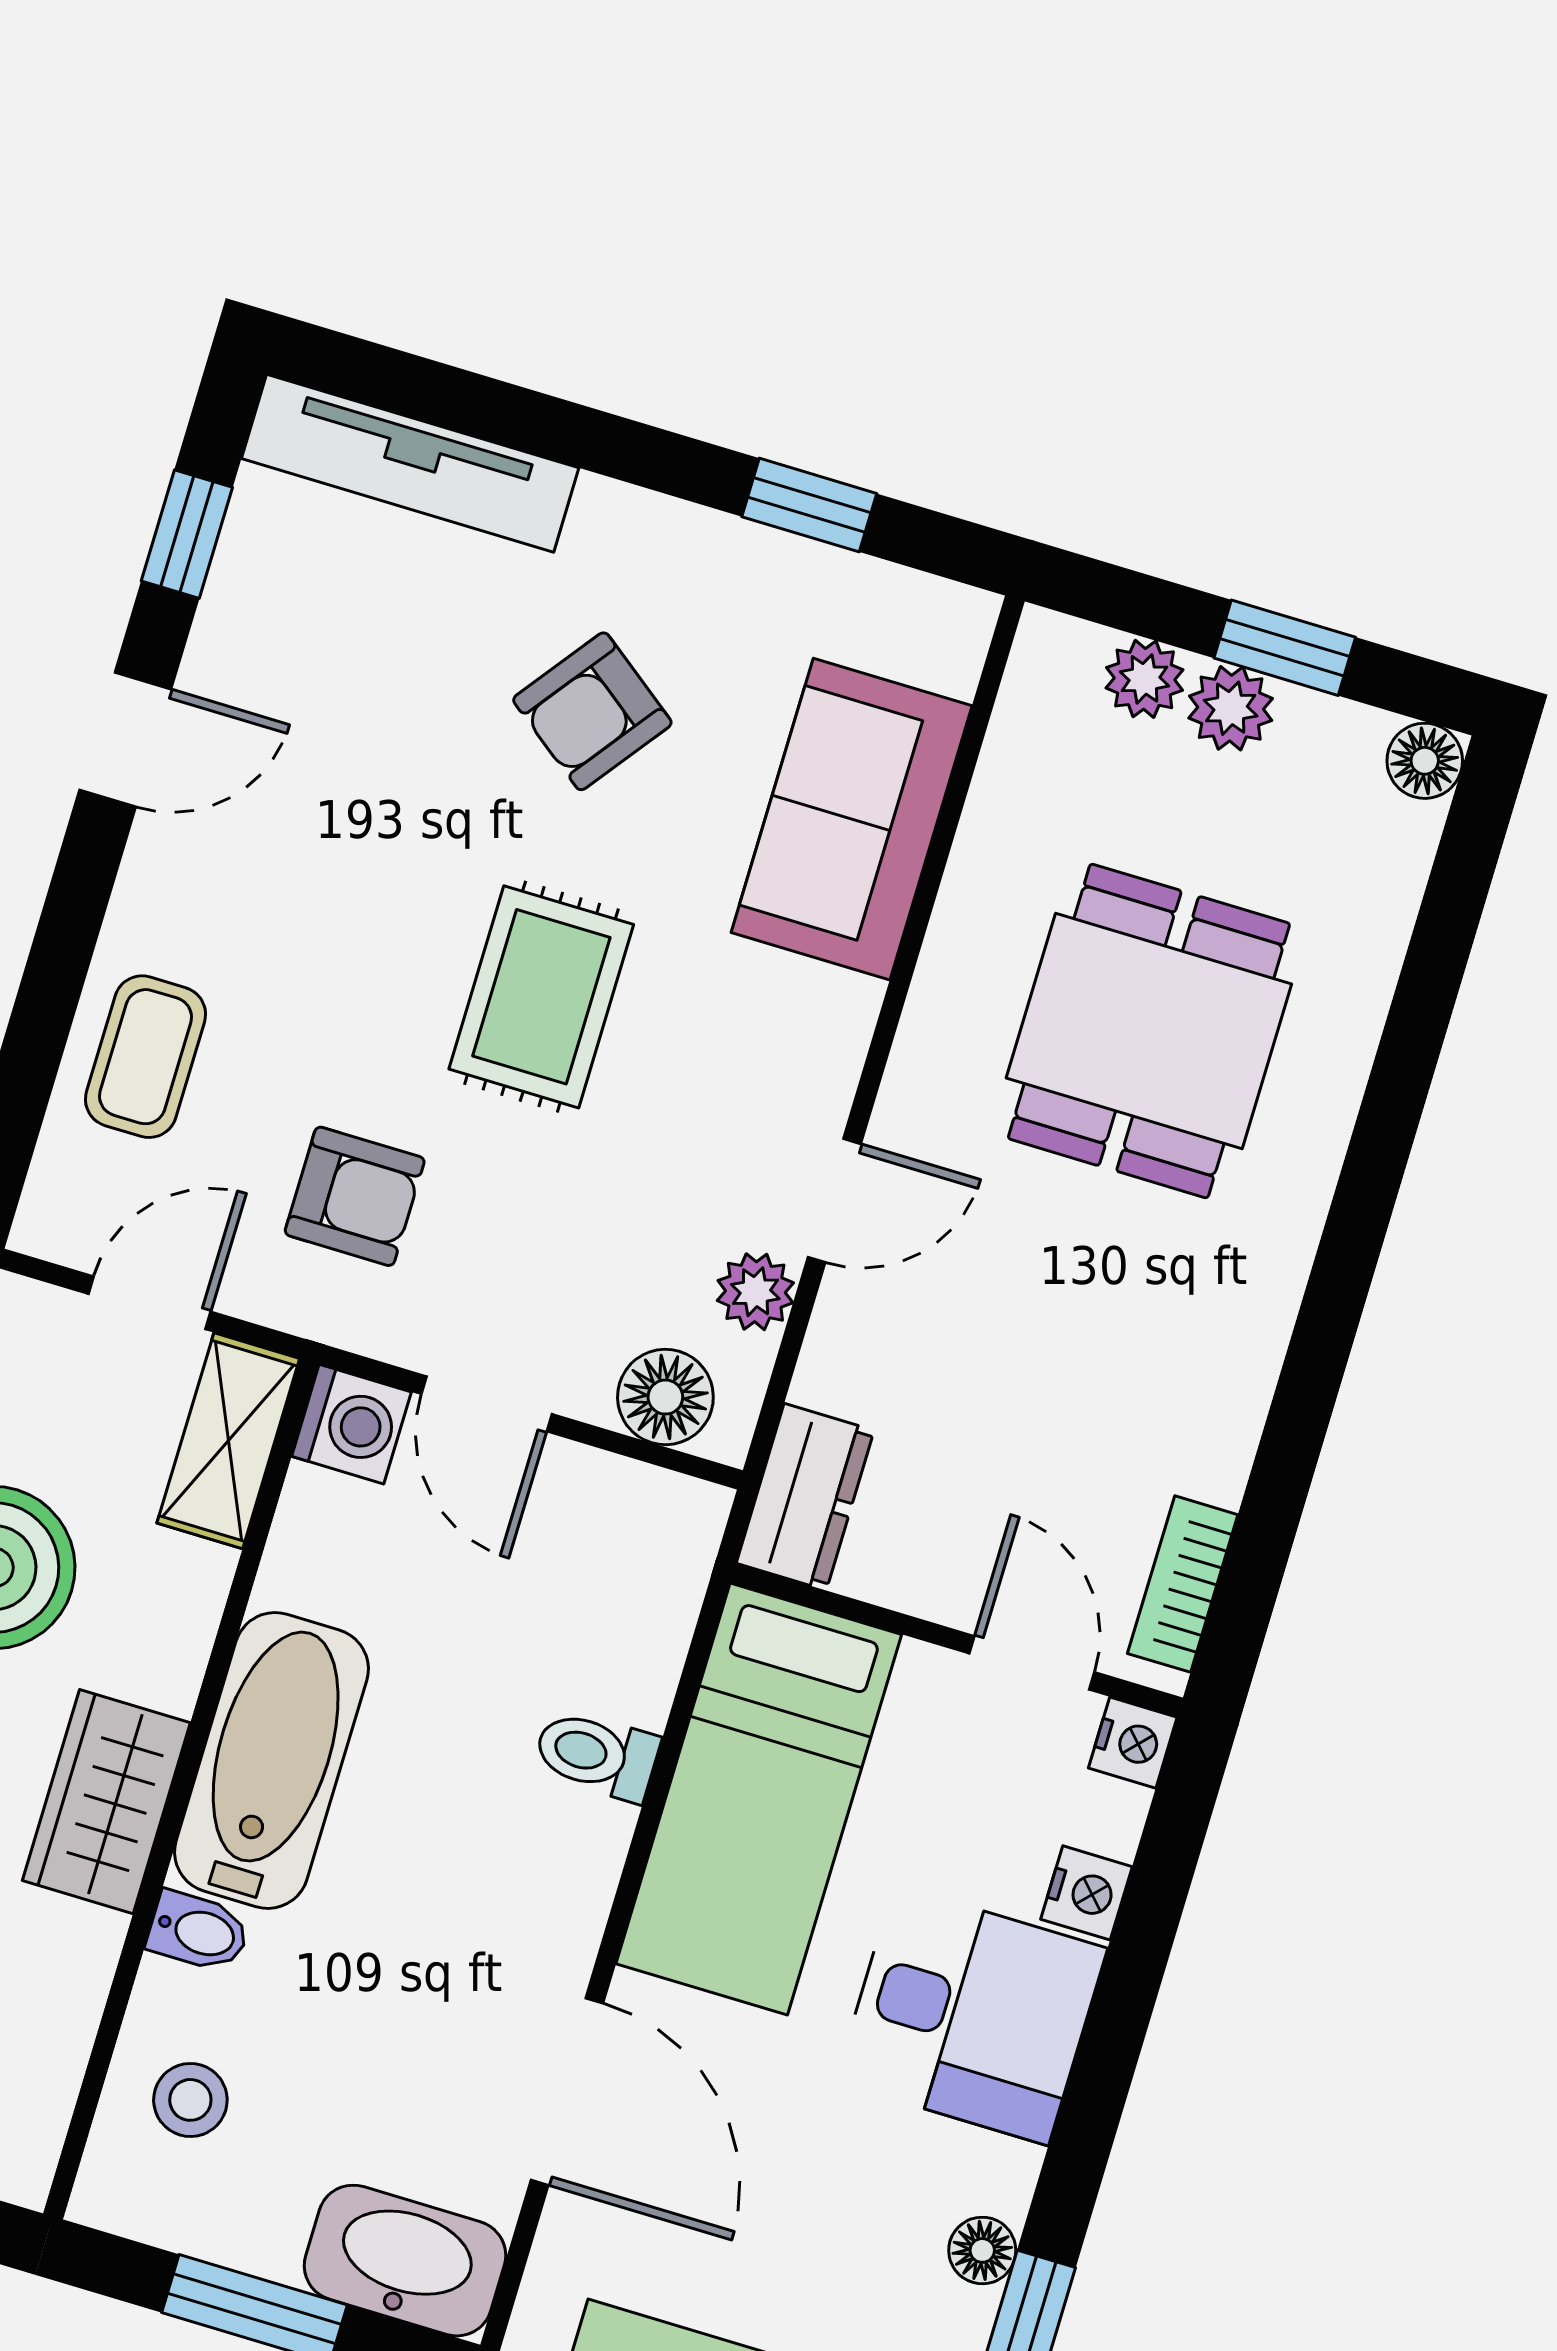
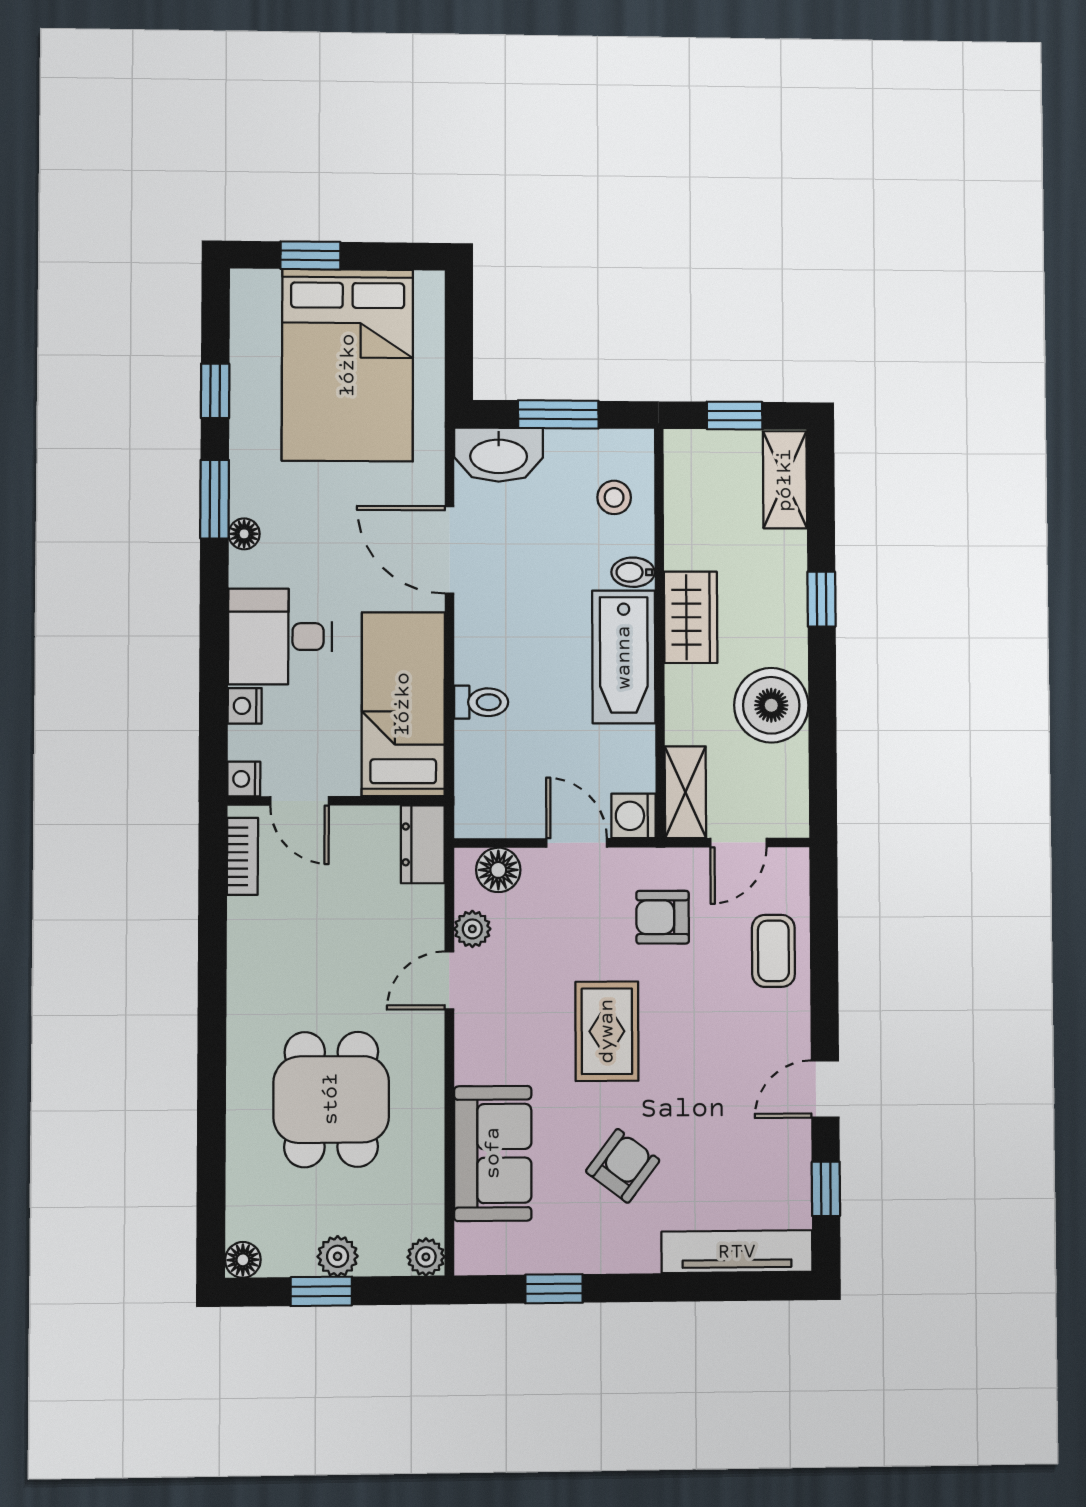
plant: (1144, 679) -> (426, 1257), moved

